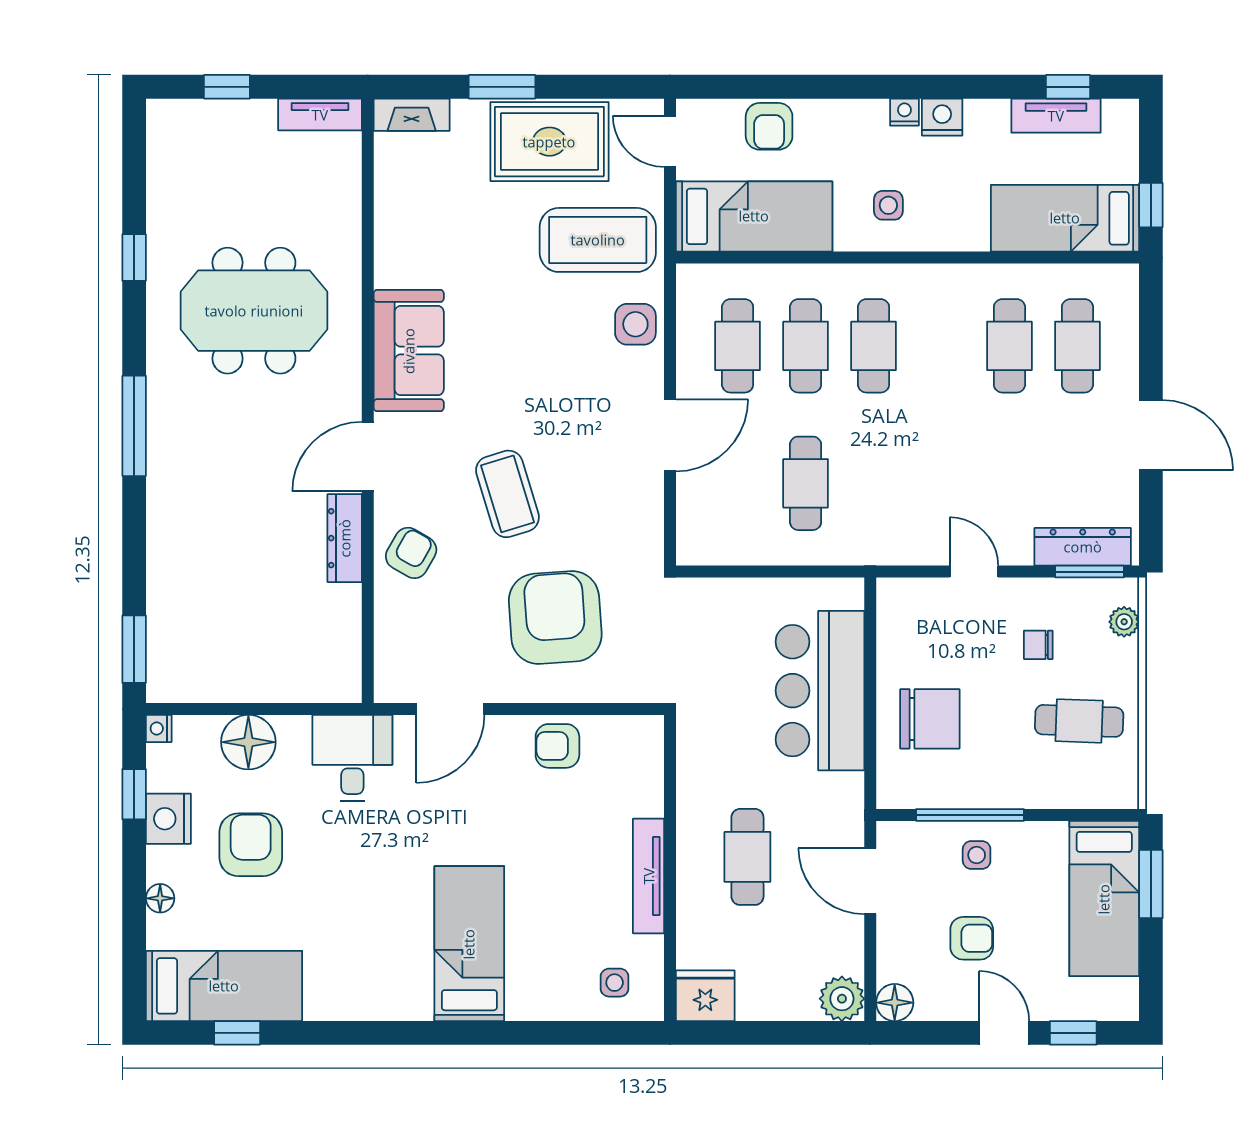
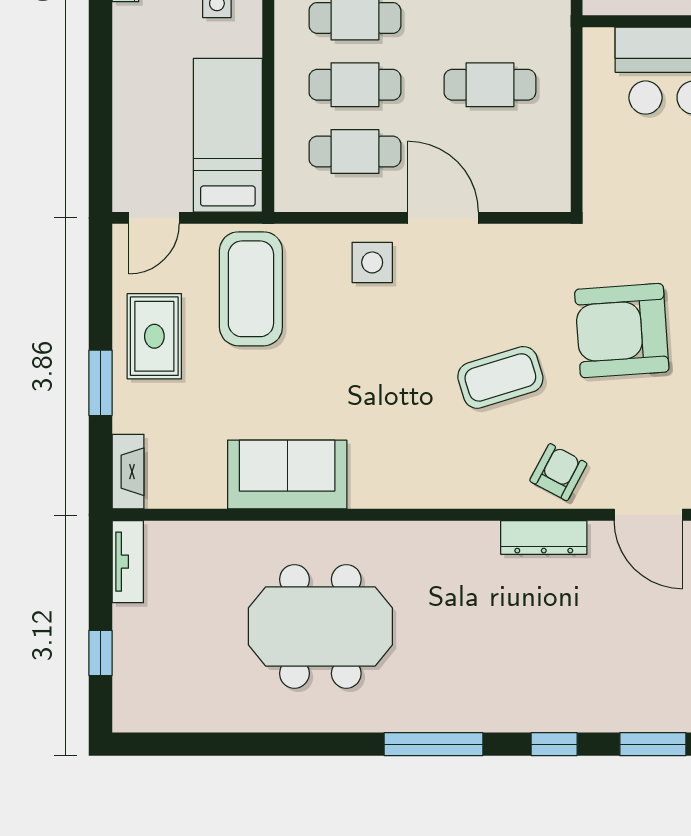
armchair: (769, 126) -> (139, 121), removed
rug: (549, 142) -> (154, 336), width x0.73, depth x0.70
window: (134, 258) -> (554, 744), moved
meeting table: (254, 311) -> (320, 626), turned 90
side table: (635, 324) -> (372, 262), moved
sofa: (409, 351) -> (287, 474), moved
door: (368, 457) -> (648, 515), moved
armchair: (411, 553) -> (558, 472), turned 88

